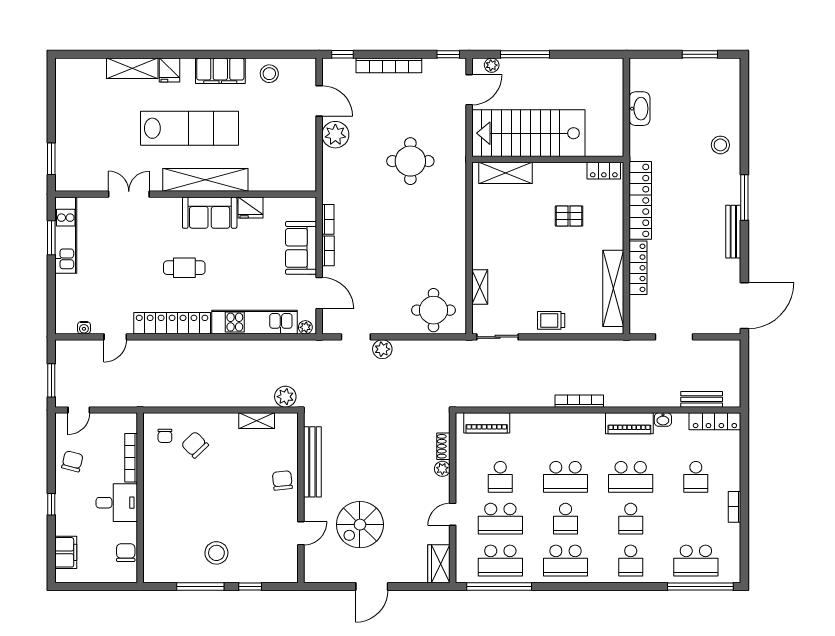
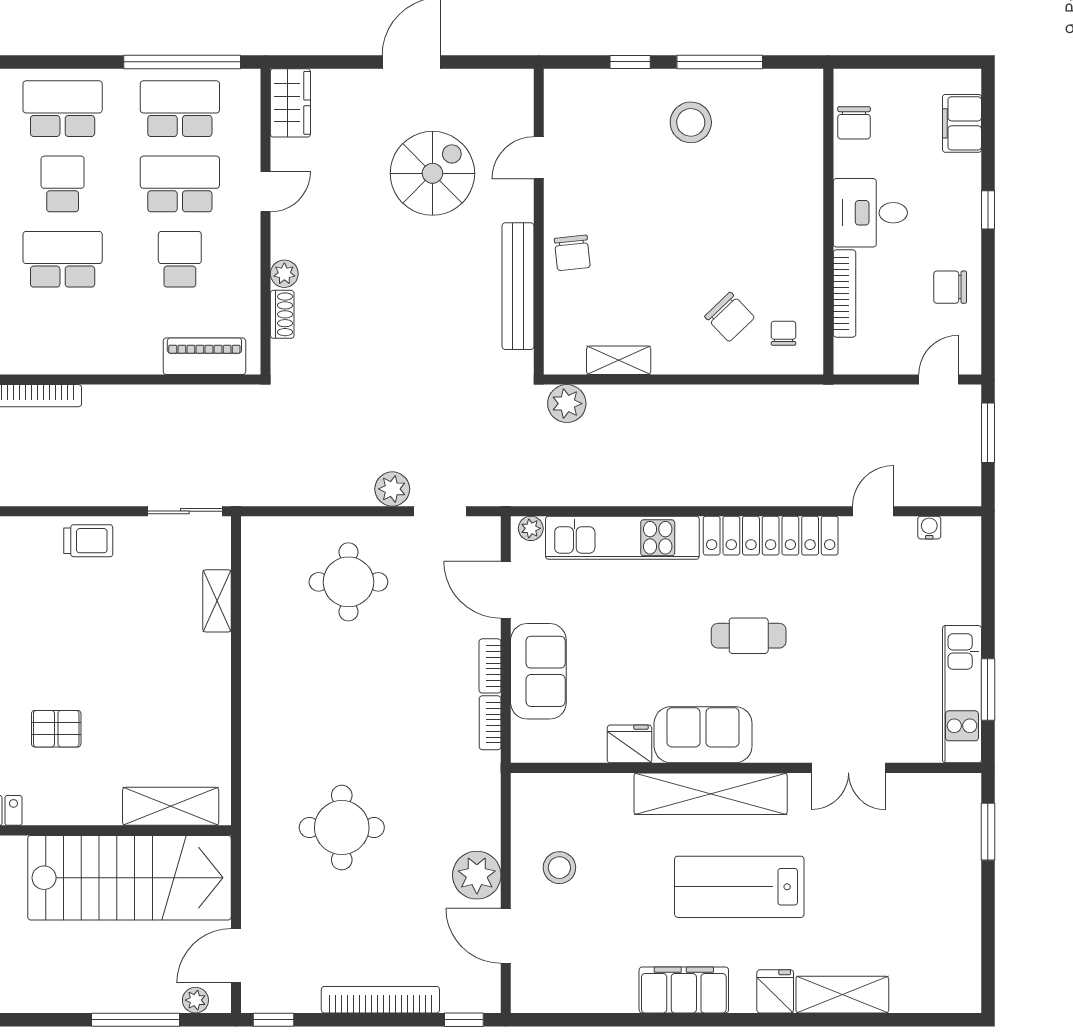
stool: (269, 74) -> (559, 868), moved
lab bench: (189, 128) -> (739, 887), width x0.73
round table: (433, 310) -> (348, 582), moved
chair: (72, 461) -> (950, 287), turned 76

